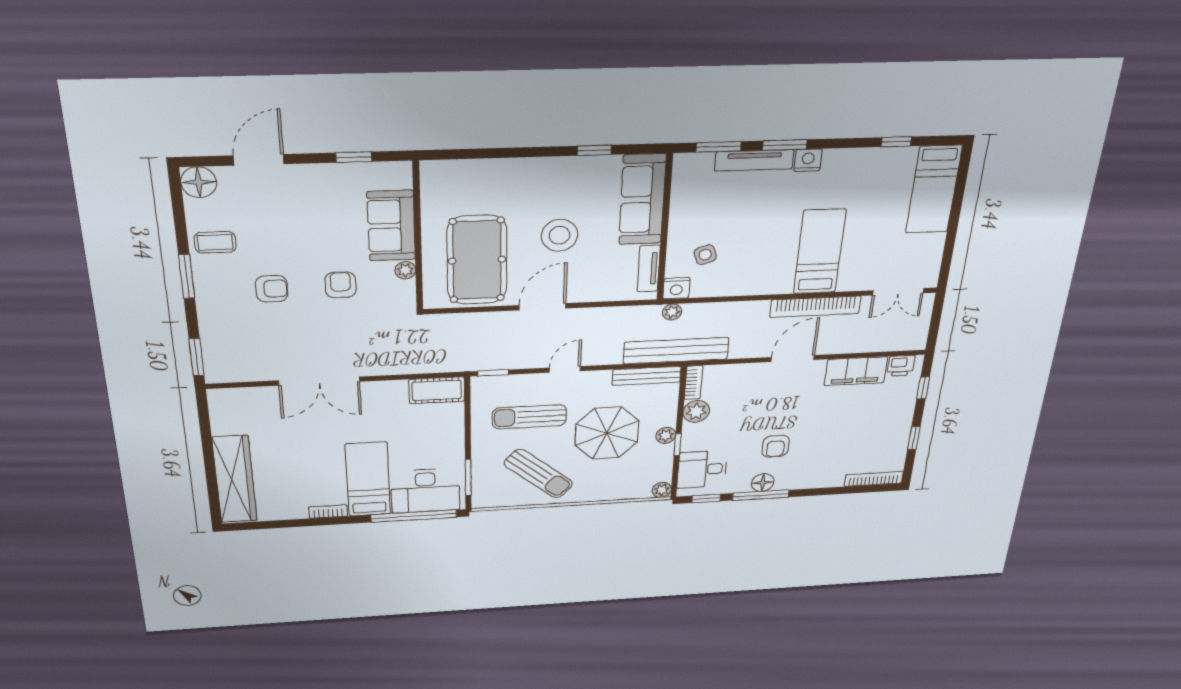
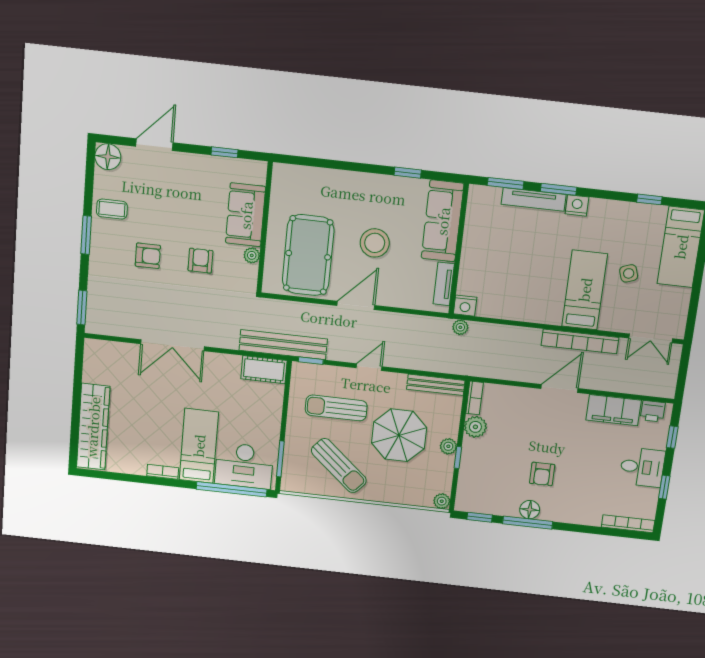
side table: (705, 255) -> (629, 273), moved
bench: (676, 351) -> (283, 345), moved
desk: (702, 469) -> (642, 467), moved, turned 180

